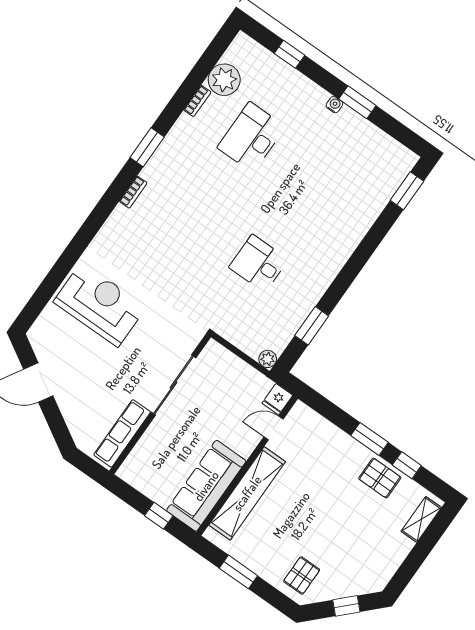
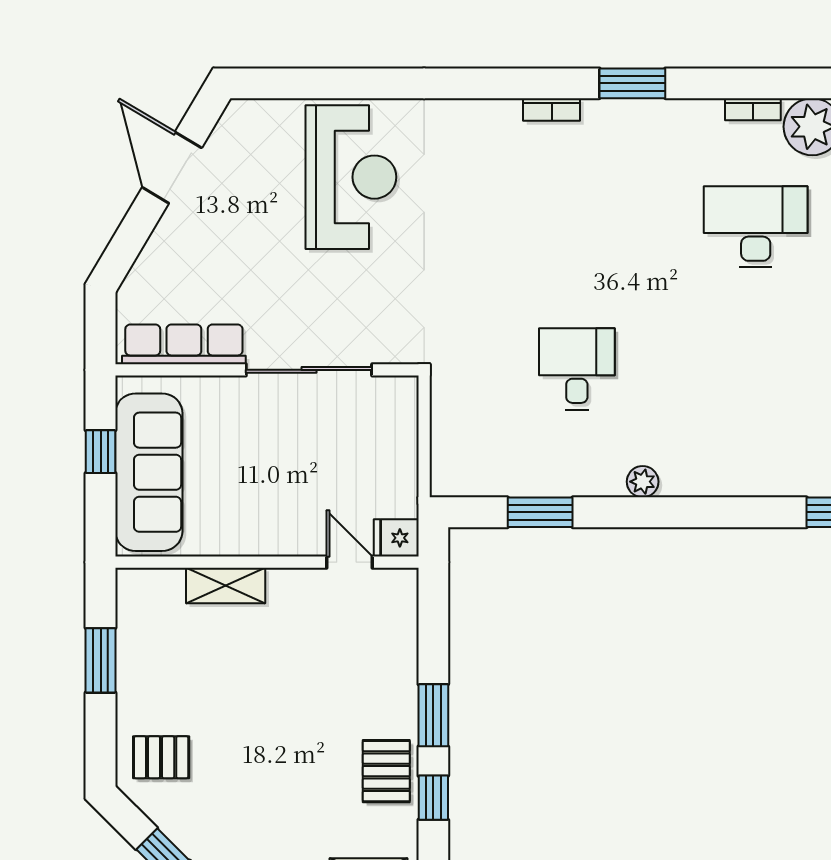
plant: (268, 359) -> (643, 482), moved
sofa: (206, 486) -> (149, 472), moved, turned 90
shelving: (247, 493) -> (226, 585), width x0.45, depth x0.75
window: (159, 516) -> (101, 452), moved

